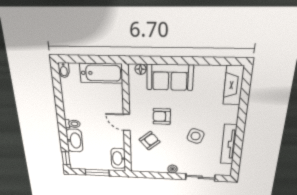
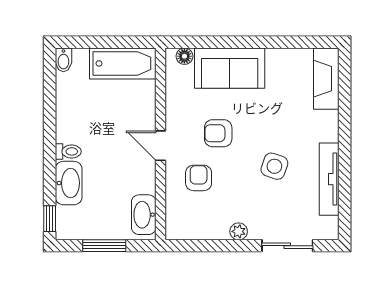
armchair: (150, 141) -> (199, 178), turned -50

